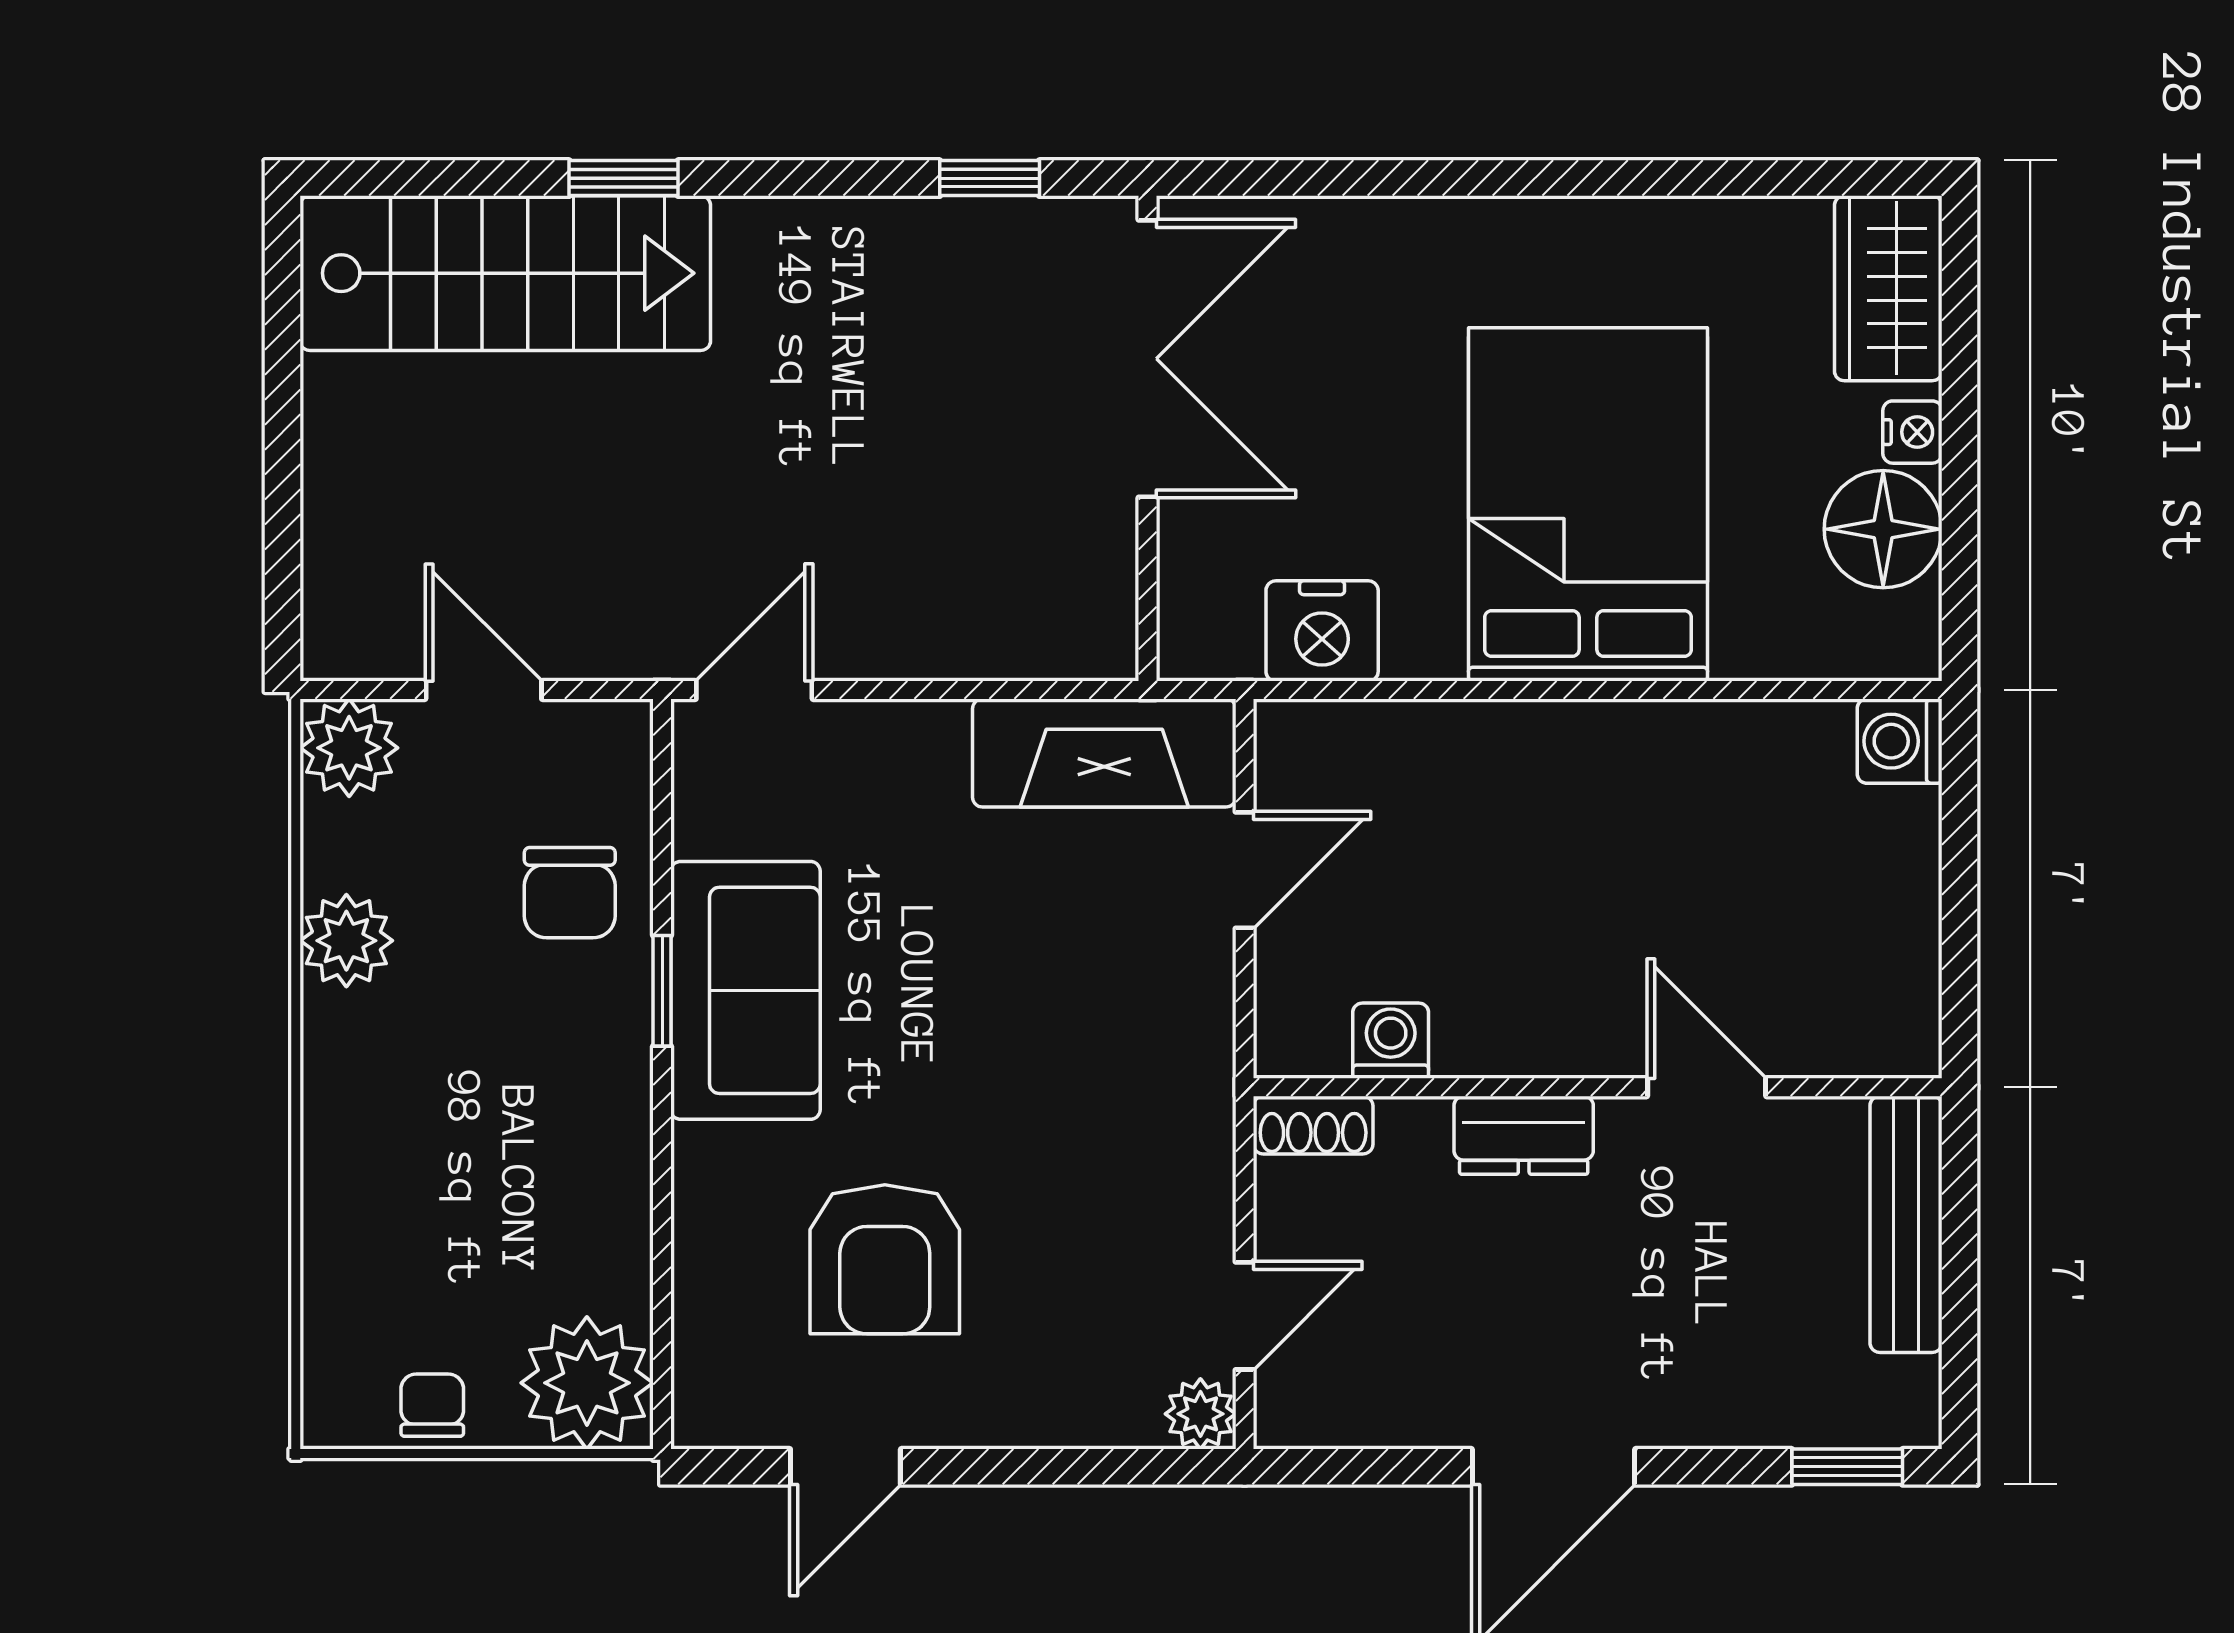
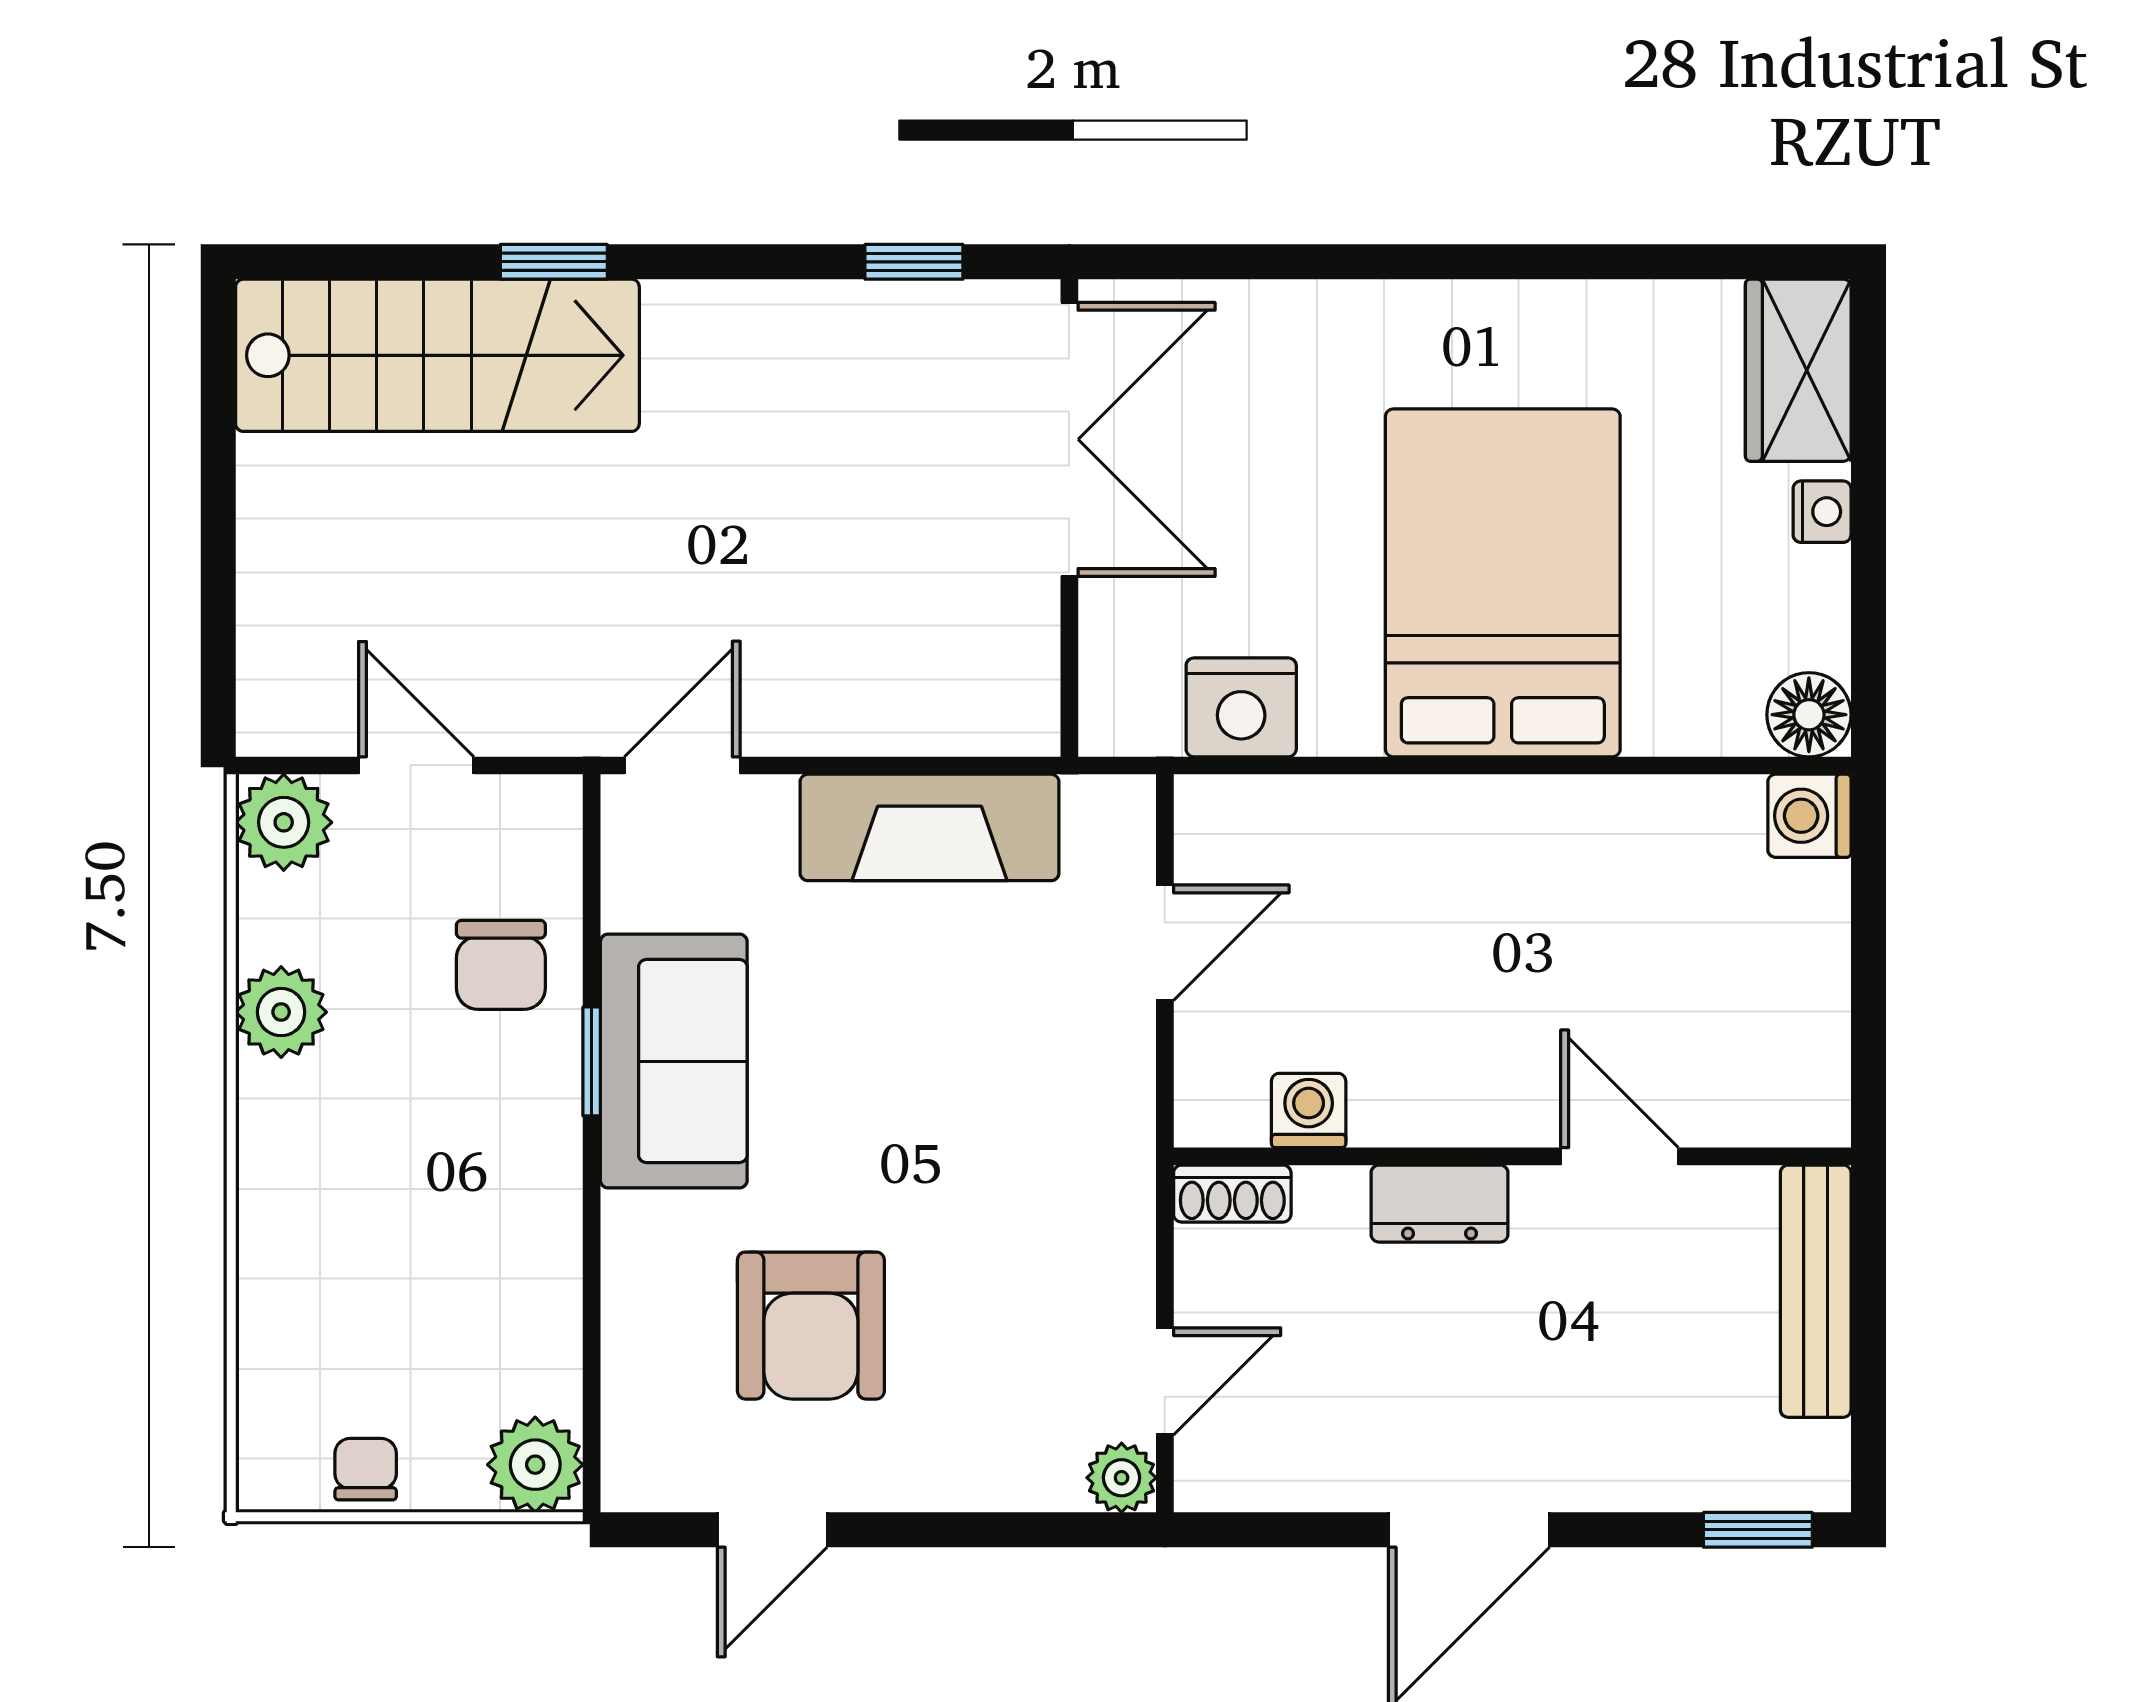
floor lamp: (1883, 529) -> (1809, 715), moved, width x0.73, depth x0.73
fireplace: (1104, 753) -> (930, 827), moved
plant: (587, 1383) -> (535, 1465), width x0.73, depth x0.73

